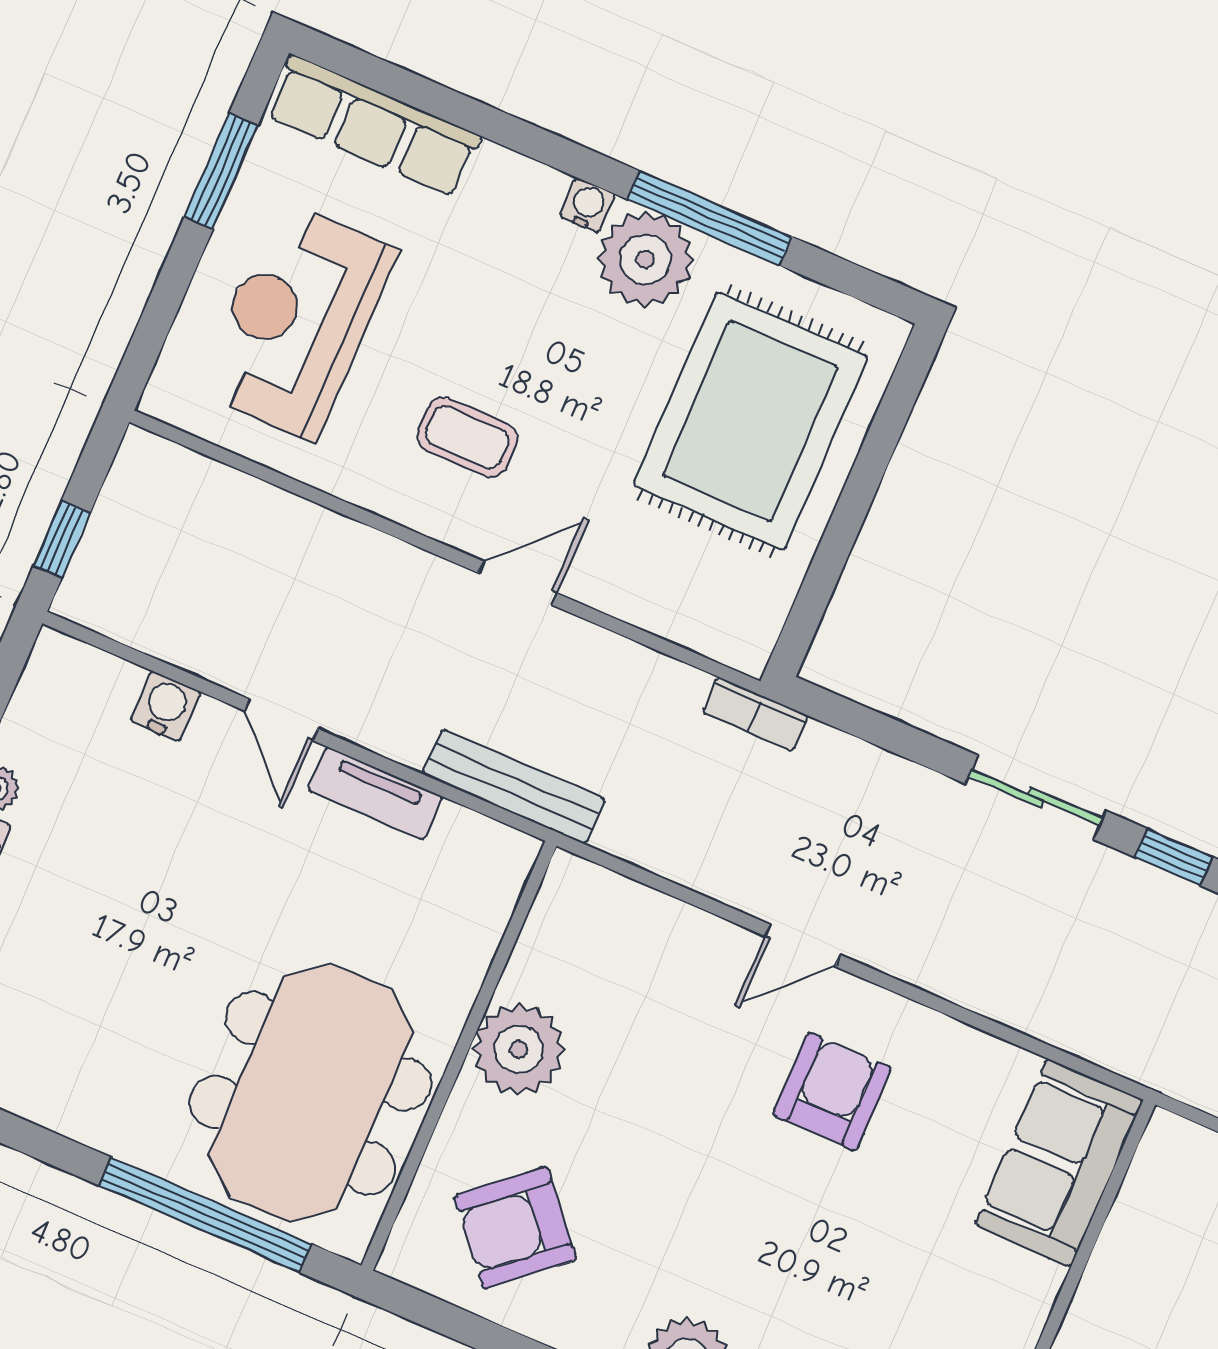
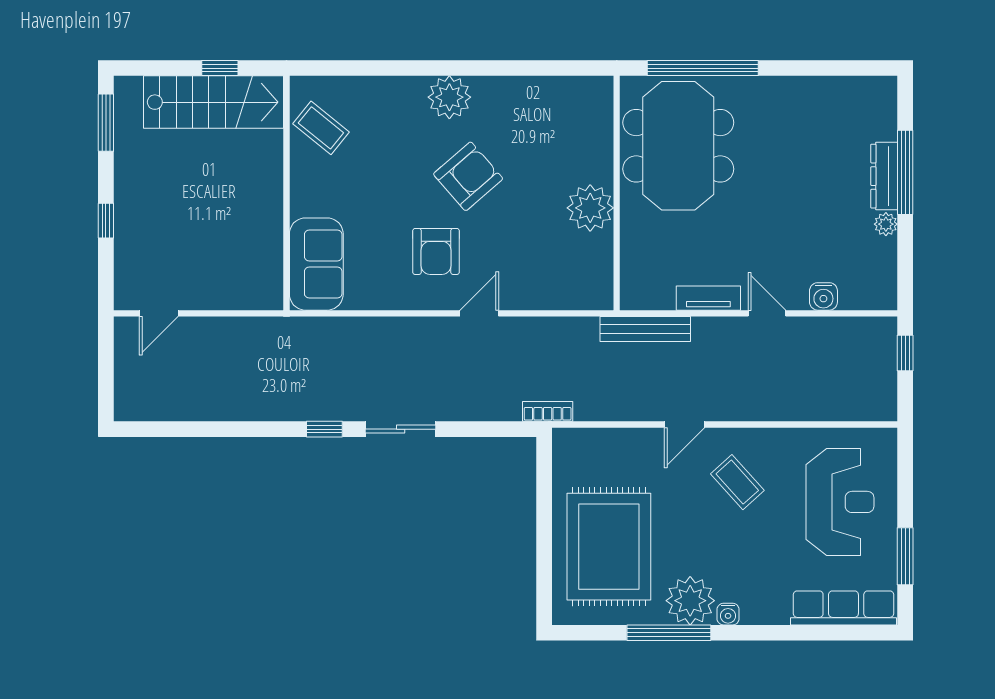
coffee table: (467, 437) -> (737, 482), turned 48
armchair: (515, 1228) -> (468, 176), moved

